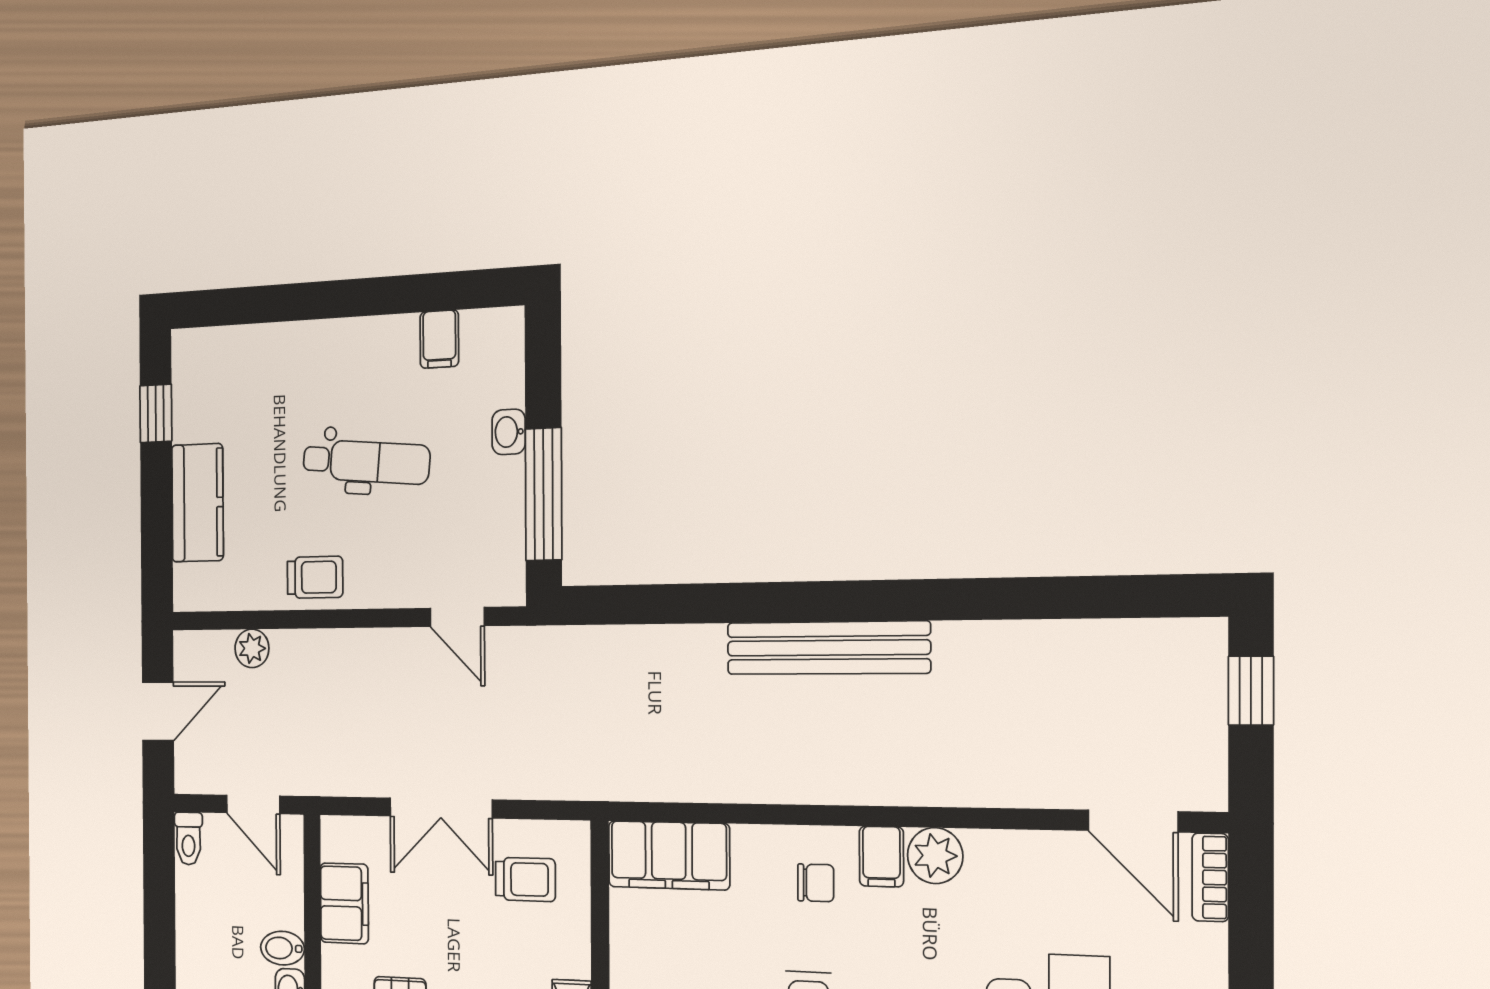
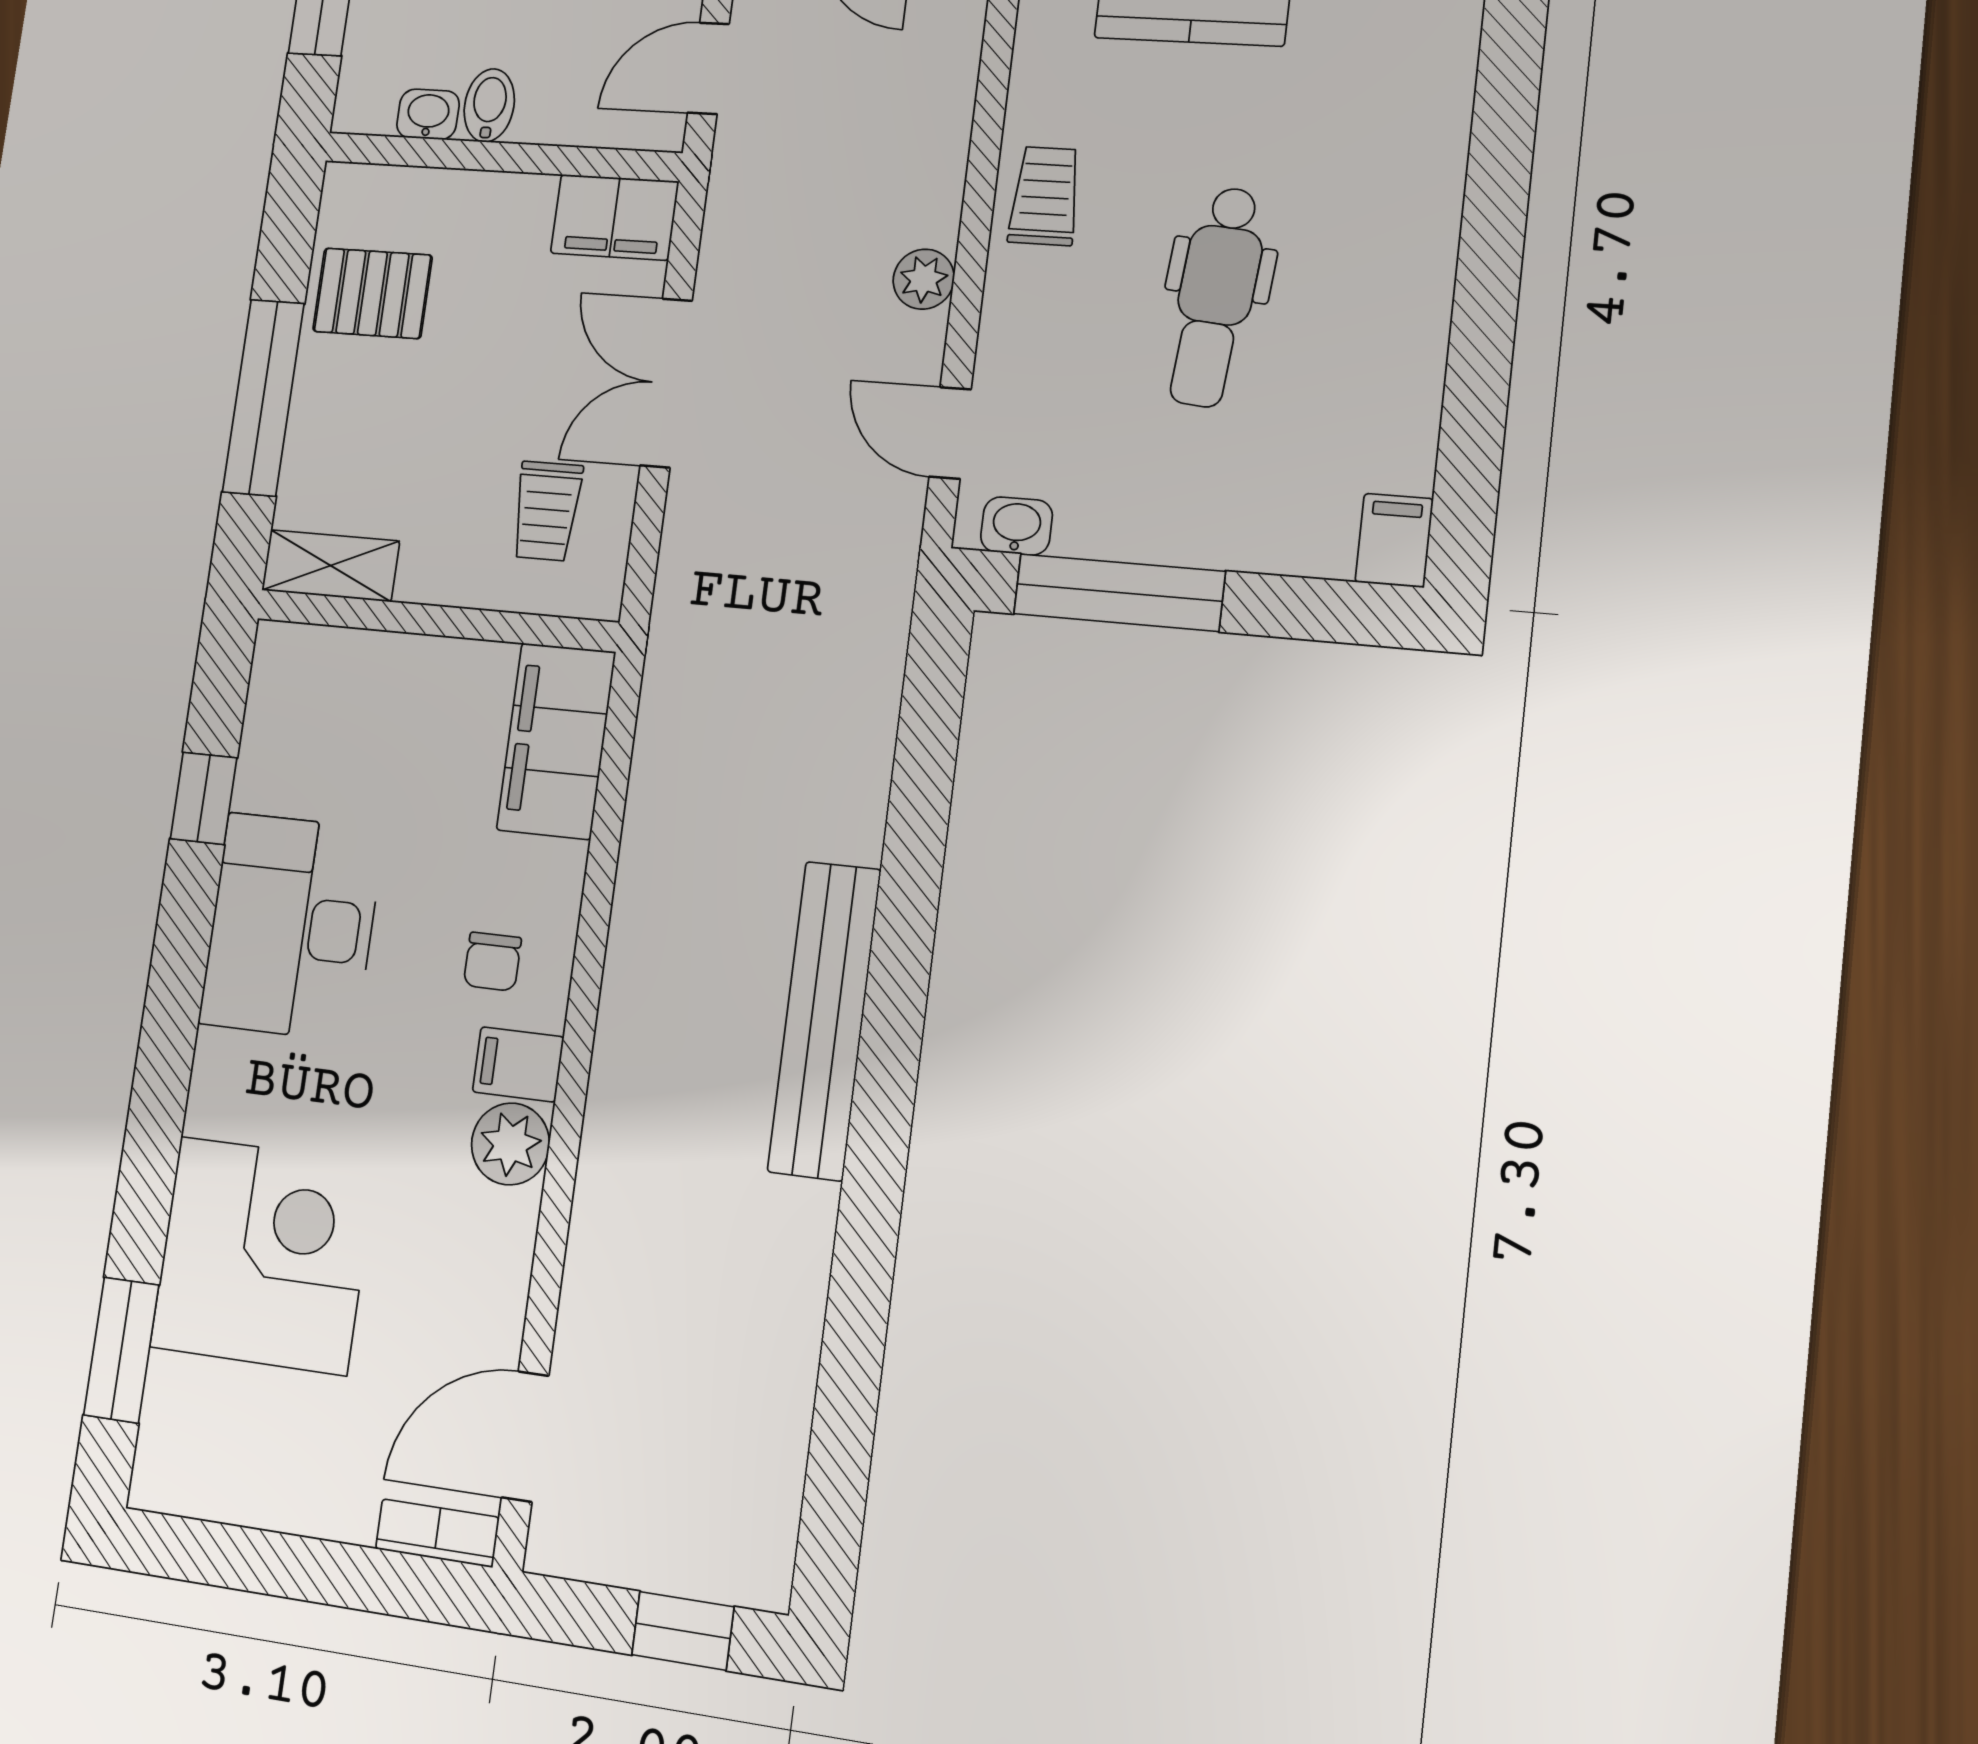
filing cabinet: (439, 339) -> (1394, 540), moved, turned 90
washbasin: (509, 432) -> (1017, 526), moved
trolley: (315, 577) -> (1045, 196), turned 180
door: (457, 617) -> (950, 433), hinge flipped
plant: (252, 648) -> (924, 279), moved
filing cabinet: (344, 903) -> (614, 217), moved

